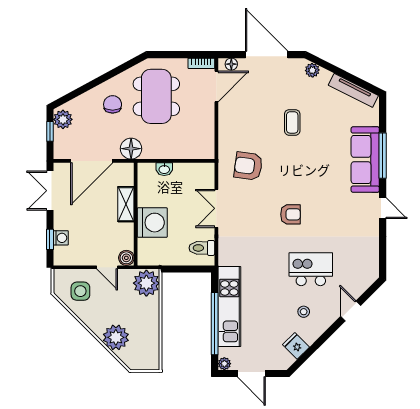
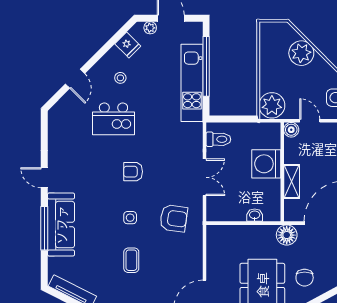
side table: (294, 167) -> (130, 218), added
plant: (224, 364) -> (150, 28), moved

